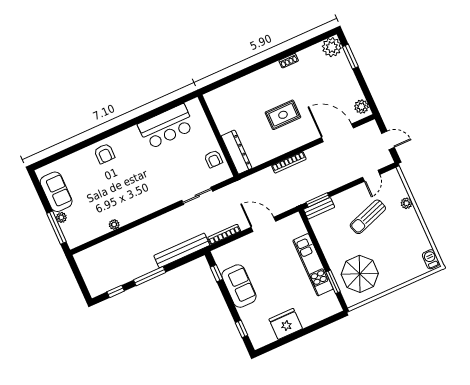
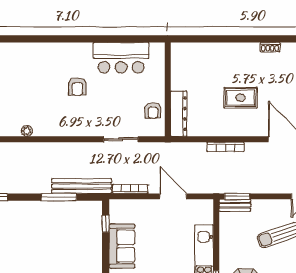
armchair: (104, 154) -> (77, 86), moved
window: (150, 276) -> (59, 197), moved

